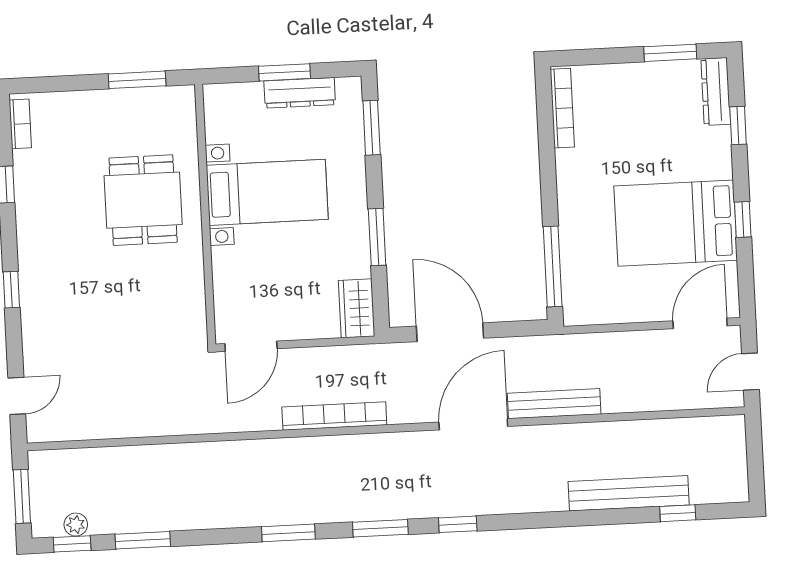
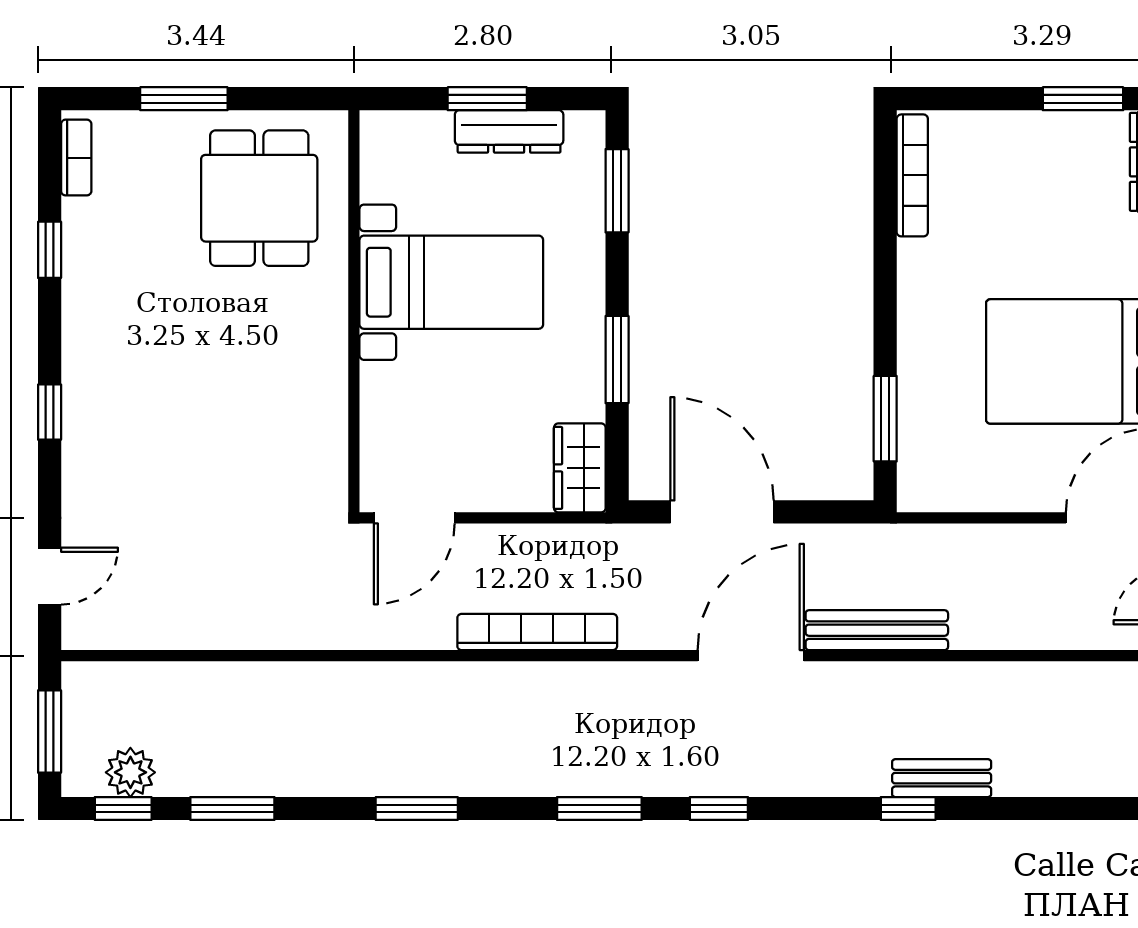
window: (137, 80) -> (184, 99), moved
dining table: (143, 200) -> (259, 198), moved
window: (553, 266) -> (885, 419), width x0.69
bench: (629, 493) -> (942, 778), width x0.54, depth x0.82
window: (678, 513) -> (908, 809), moved
plant: (76, 525) -> (130, 772), width x1.38, depth x1.38
window: (288, 533) -> (417, 809), moved

